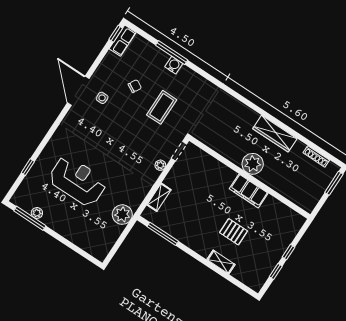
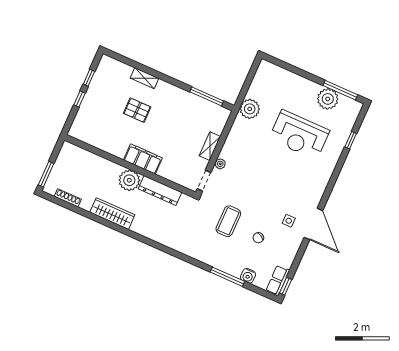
water cooler: (174, 65) -> (248, 276), moved
dresser: (224, 149) -> (160, 190), added
filing cabinet: (249, 191) -> (143, 159), moved
shelving: (159, 197) -> (210, 146), moved
plant: (37, 213) -> (328, 99), width x1.88, depth x1.88

